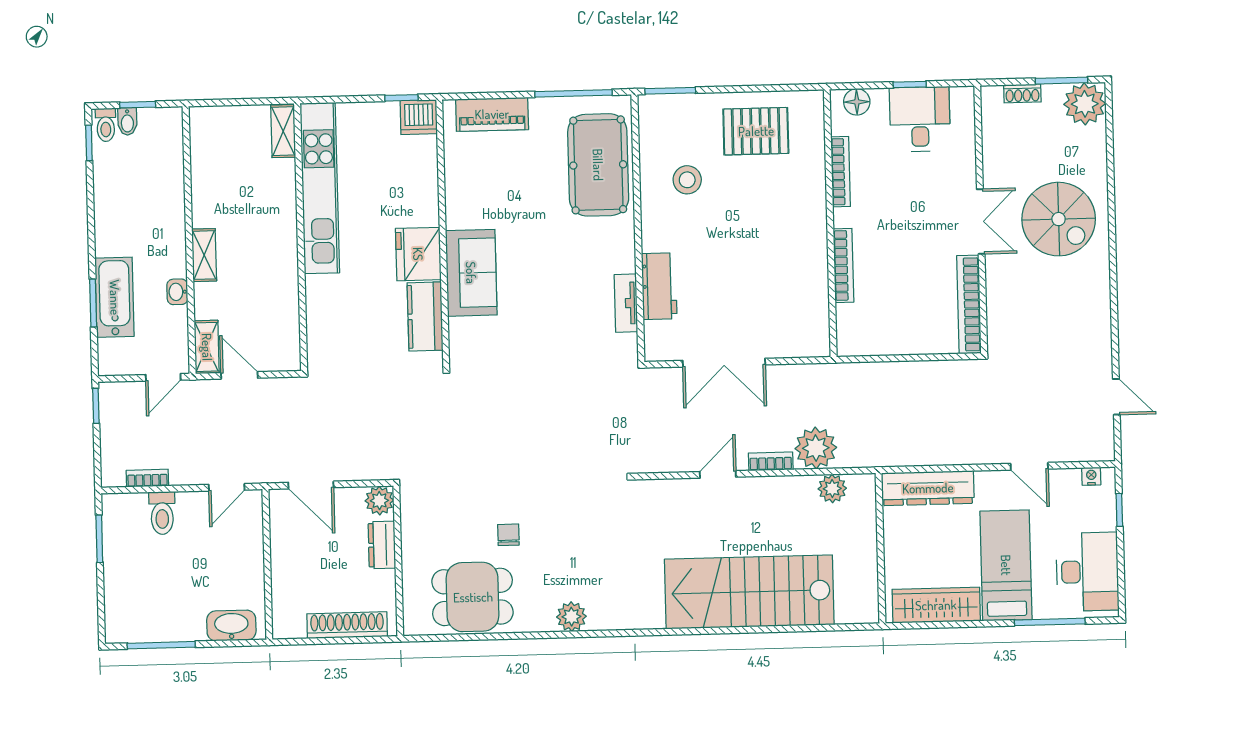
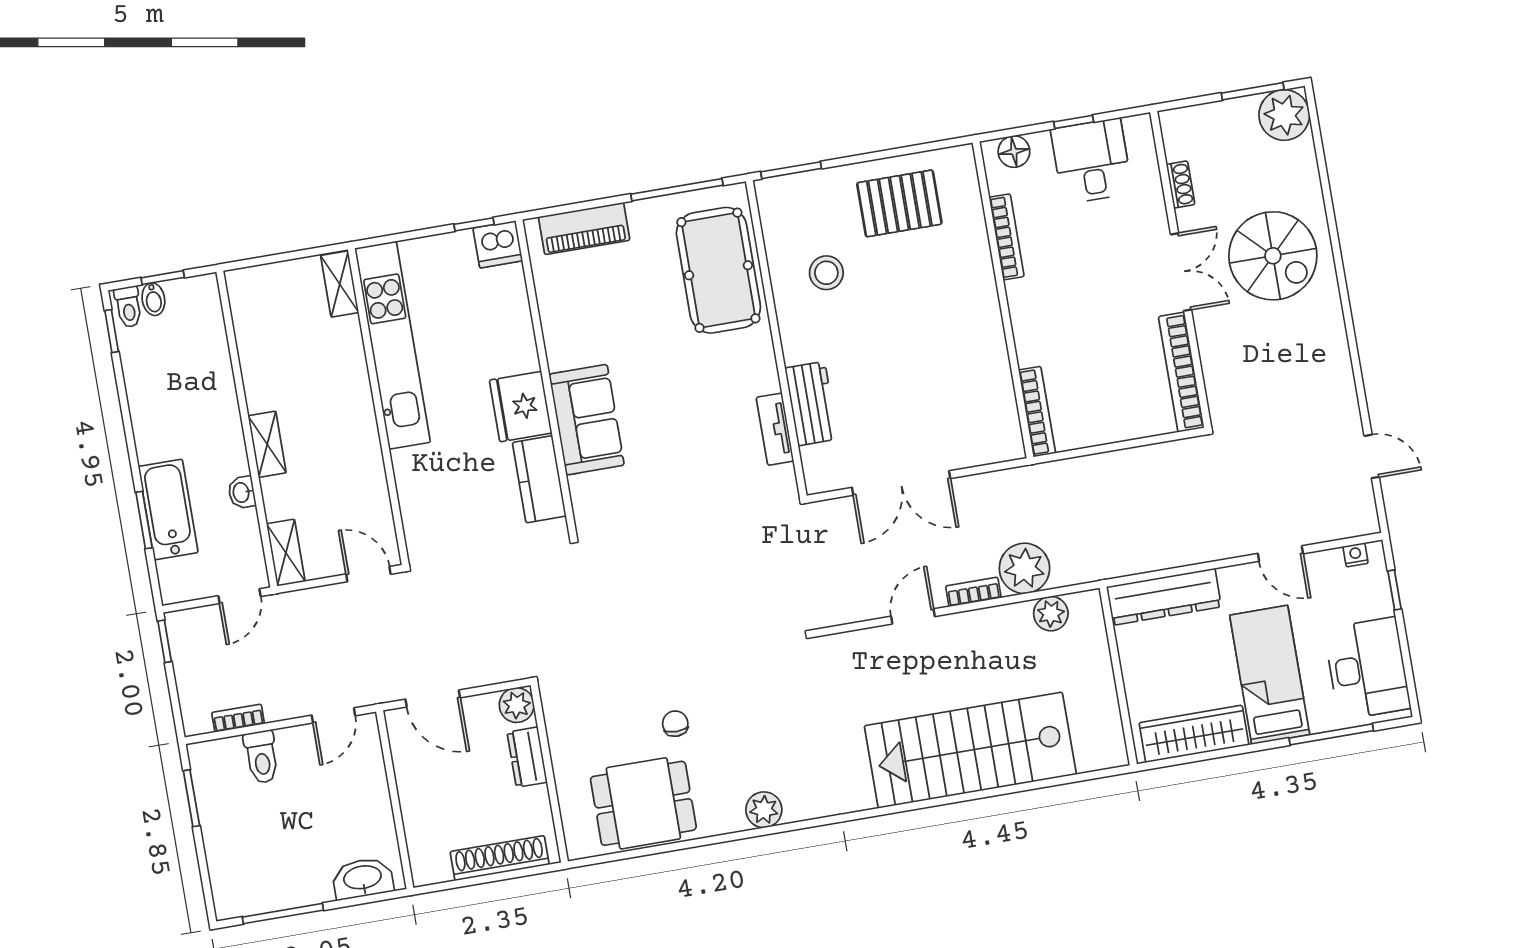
shoe rack: (1022, 93) -> (1180, 185), moved, turned -90
bookcase: (843, 265) -> (1037, 412), moved
door: (239, 375) -> (368, 574), moved

